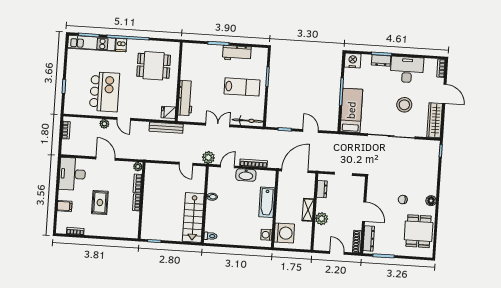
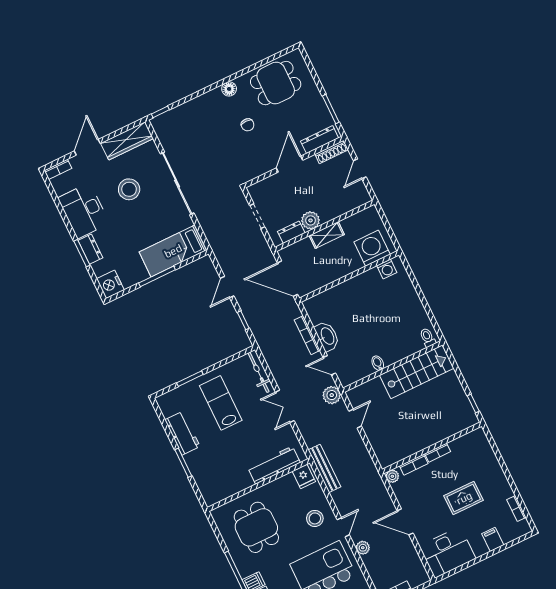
stool: (139, 105) -> (315, 518), added
door: (106, 159) -> (405, 522), hinge flipped
bathtub: (267, 202) -> (346, 291), removed
plant: (322, 219) -> (311, 220), moved

